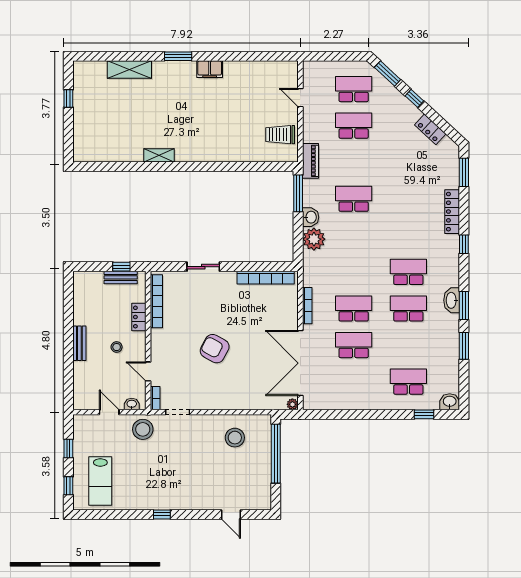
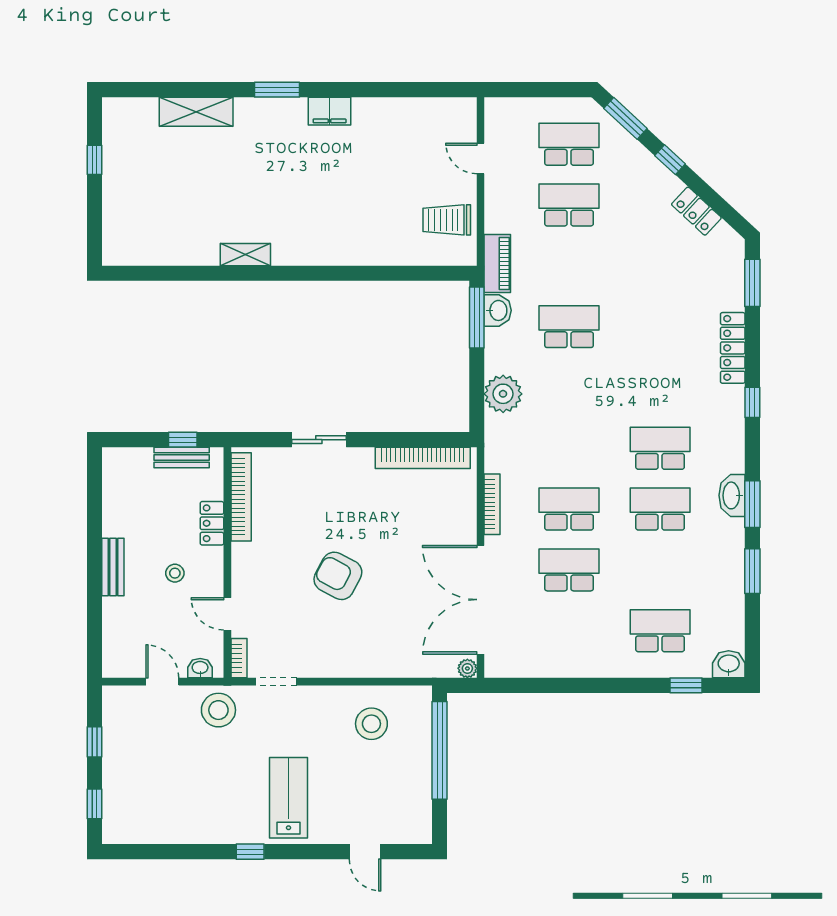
washbasin: (311, 217) -> (498, 310), moved
lab bench: (100, 481) -> (289, 798), moved, turned 180

